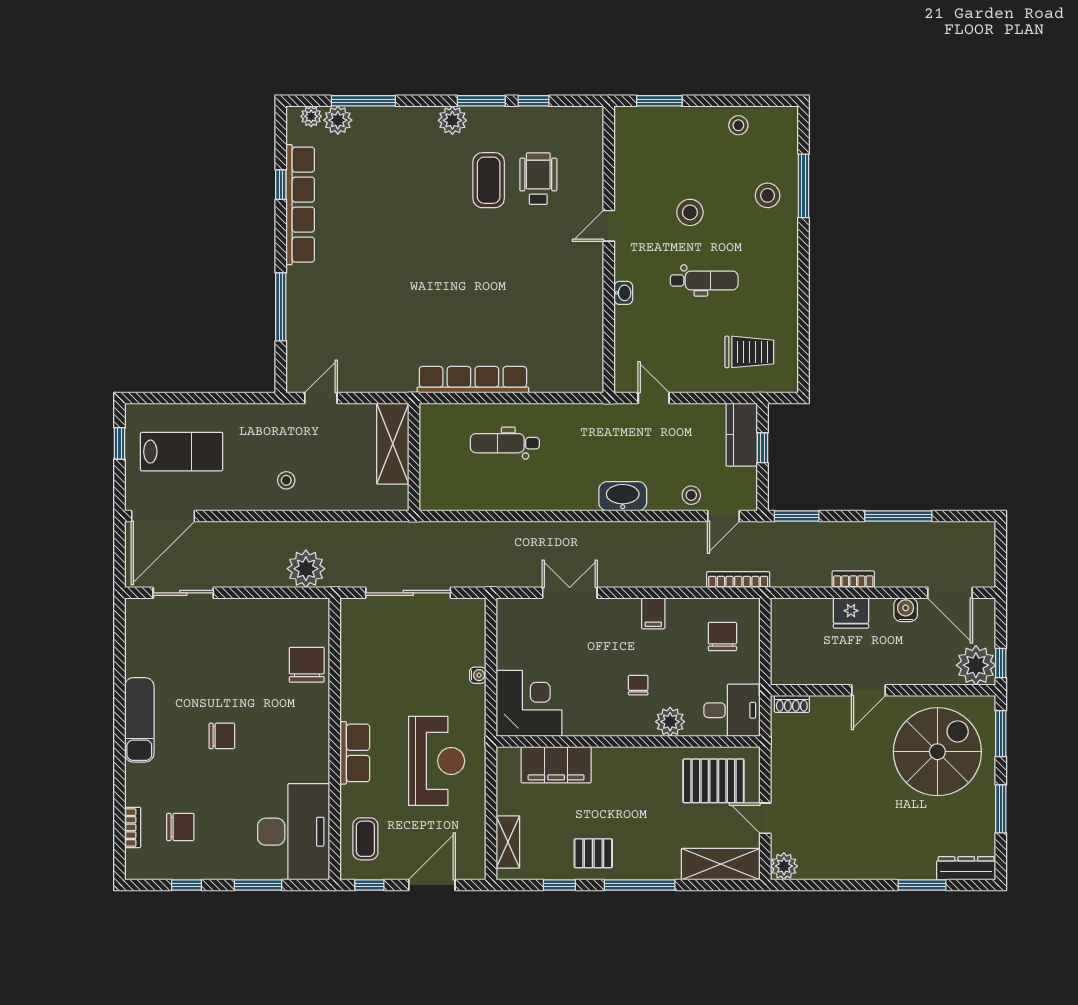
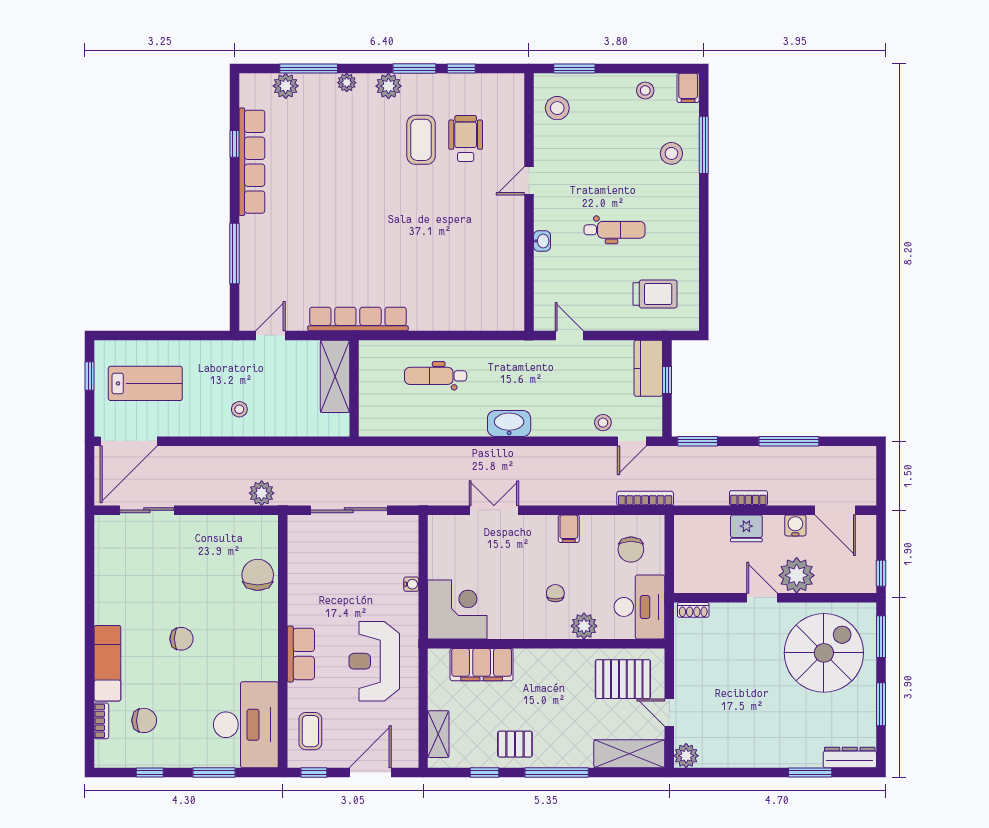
plant: (311, 116) -> (347, 83), moved
filing cabinet: (786, 122) -> (688, 88), added
stool: (690, 212) -> (557, 108), moved
row of seats: (473, 380) -> (358, 319), moved
washbasin: (623, 496) -> (509, 423), moved
plant: (306, 569) -> (262, 493), width x0.73, depth x0.73
chair: (722, 637) -> (631, 550), turned 180
plant: (976, 665) -> (797, 575), moved
door: (868, 690) -> (762, 598), swing flipped
desk: (732, 710) -> (639, 607), width x1.37
exam couch: (139, 720) -> (107, 663), moved
reception desk: (437, 761) -> (374, 661), turned 180

